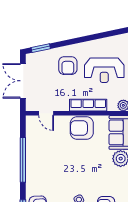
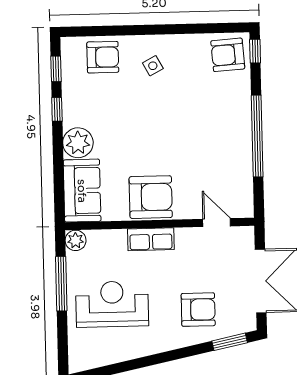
armchair: (68, 66) -> (198, 310), moved, turned 90
row of seats: (88, 105) -> (151, 239), width x0.68

